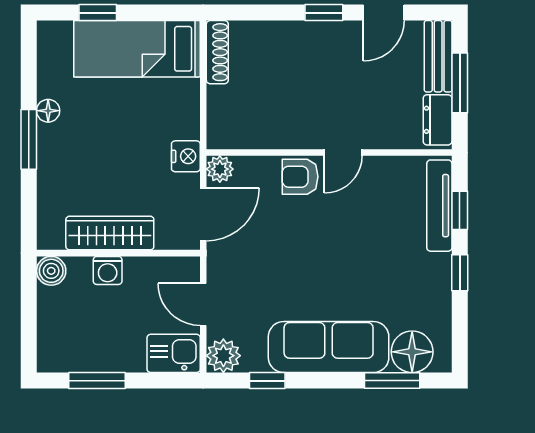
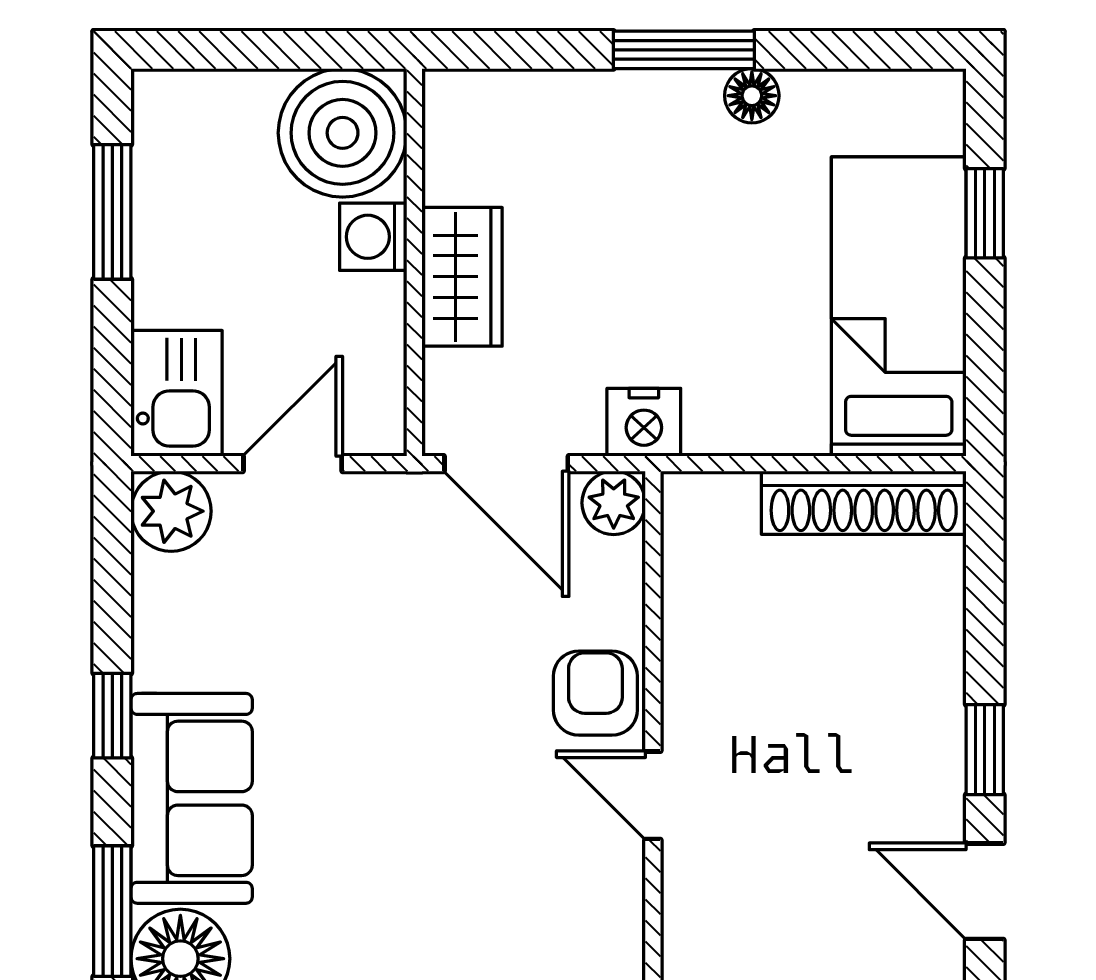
shoe rack: (217, 52) -> (864, 503), width x1.36, depth x1.24
wardrobe: (110, 233) -> (462, 277), width x0.67
boiler: (51, 271) -> (343, 133), width x1.86, depth x1.86
sofa: (329, 347) -> (192, 798), width x0.73
window: (267, 381) -> (112, 716), moved

